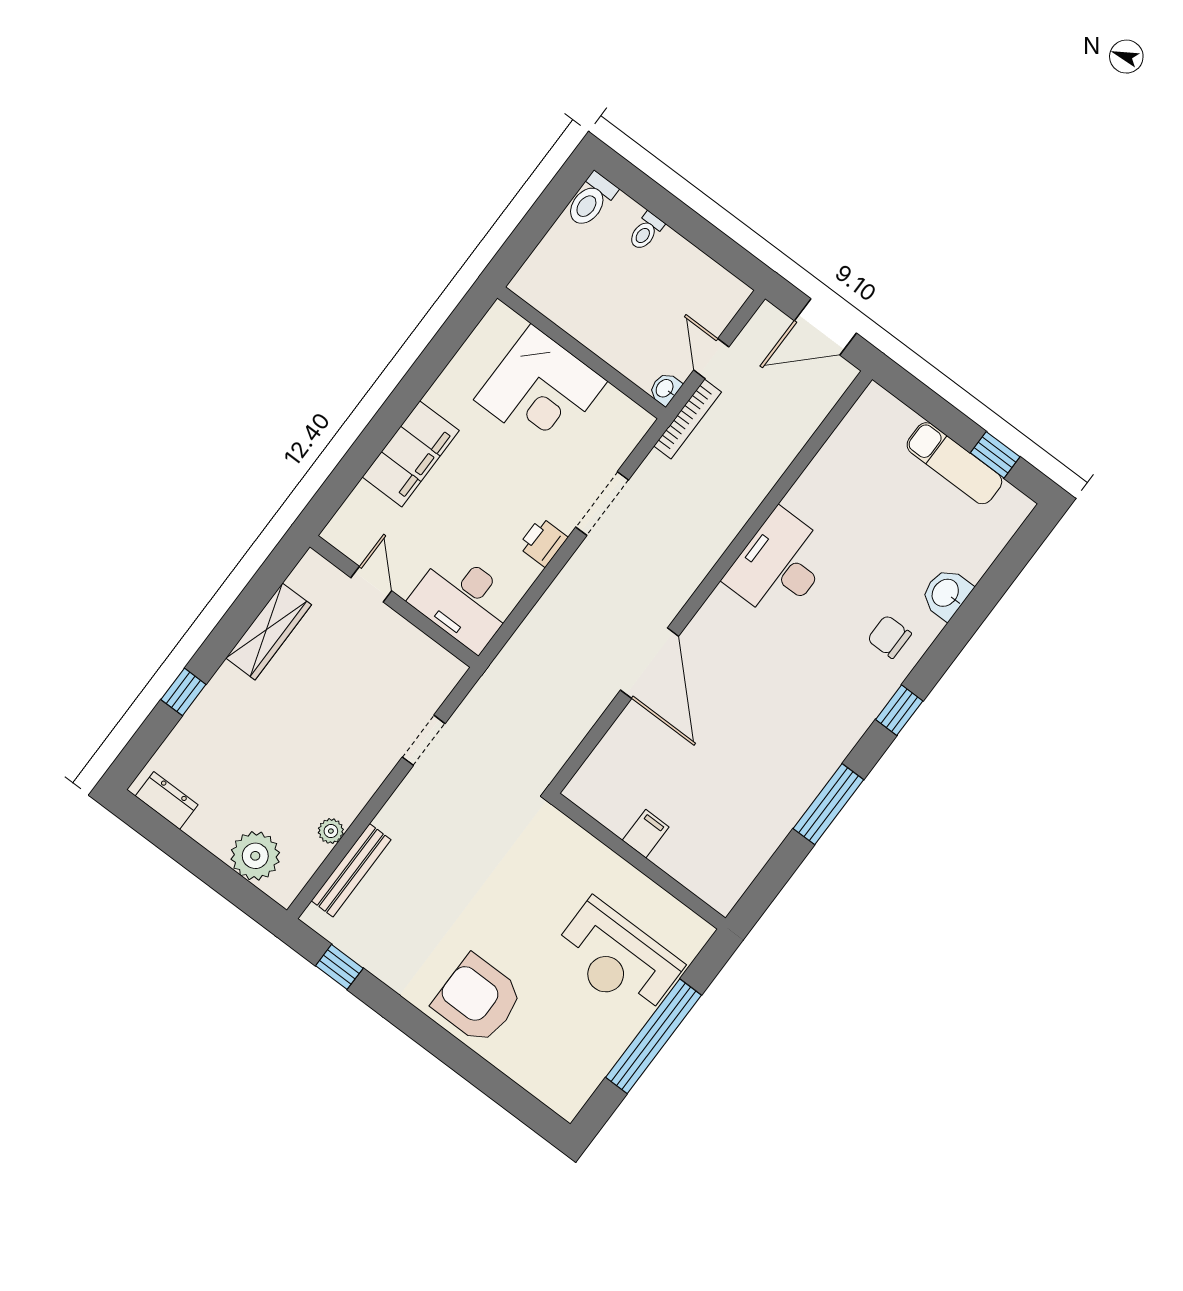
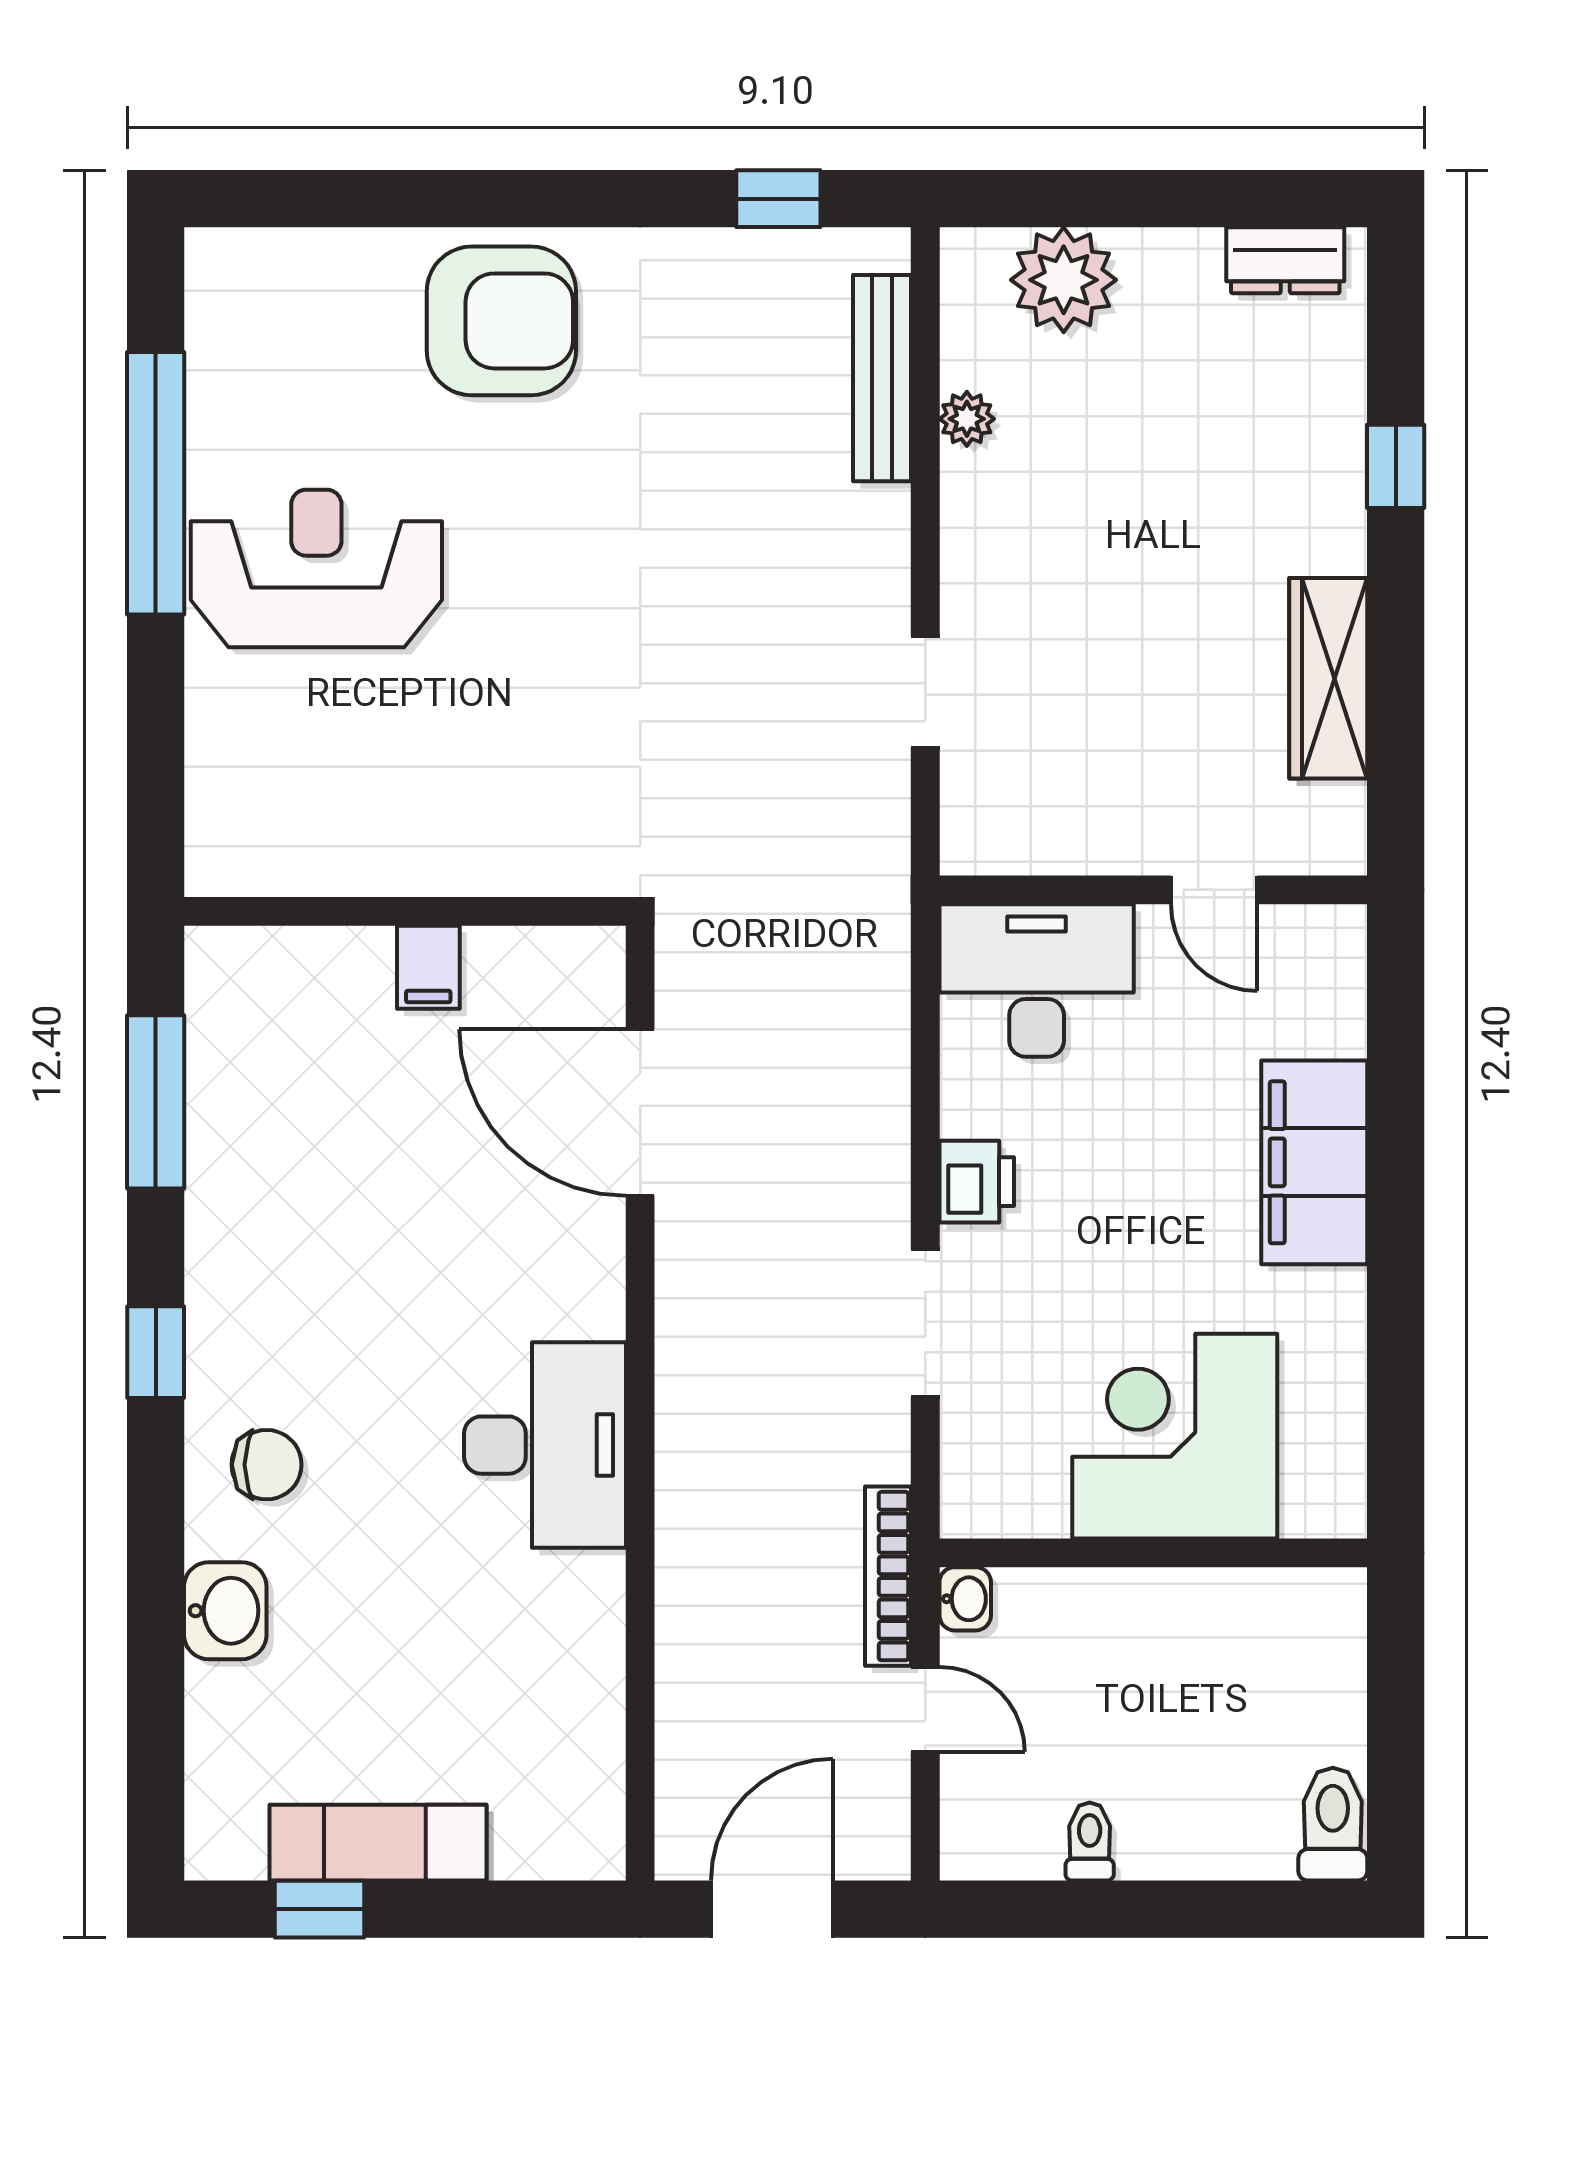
toilet: (646, 231) -> (1090, 1841), moved
filing cabinet: (646, 834) -> (428, 967), moved
wall: (639, 861) -> (405, 911), moved

